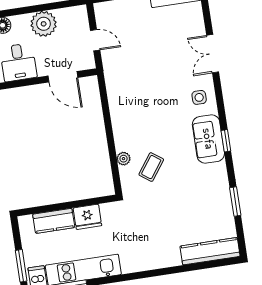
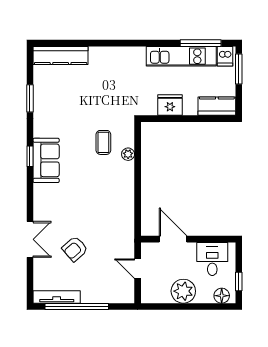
armchair: (164, 51) -> (75, 249), added
side table: (199, 97) -> (49, 200), removed
coffee table: (151, 167) -> (103, 142), turned -36
kitchen counter: (54, 221) -> (217, 106), moved

